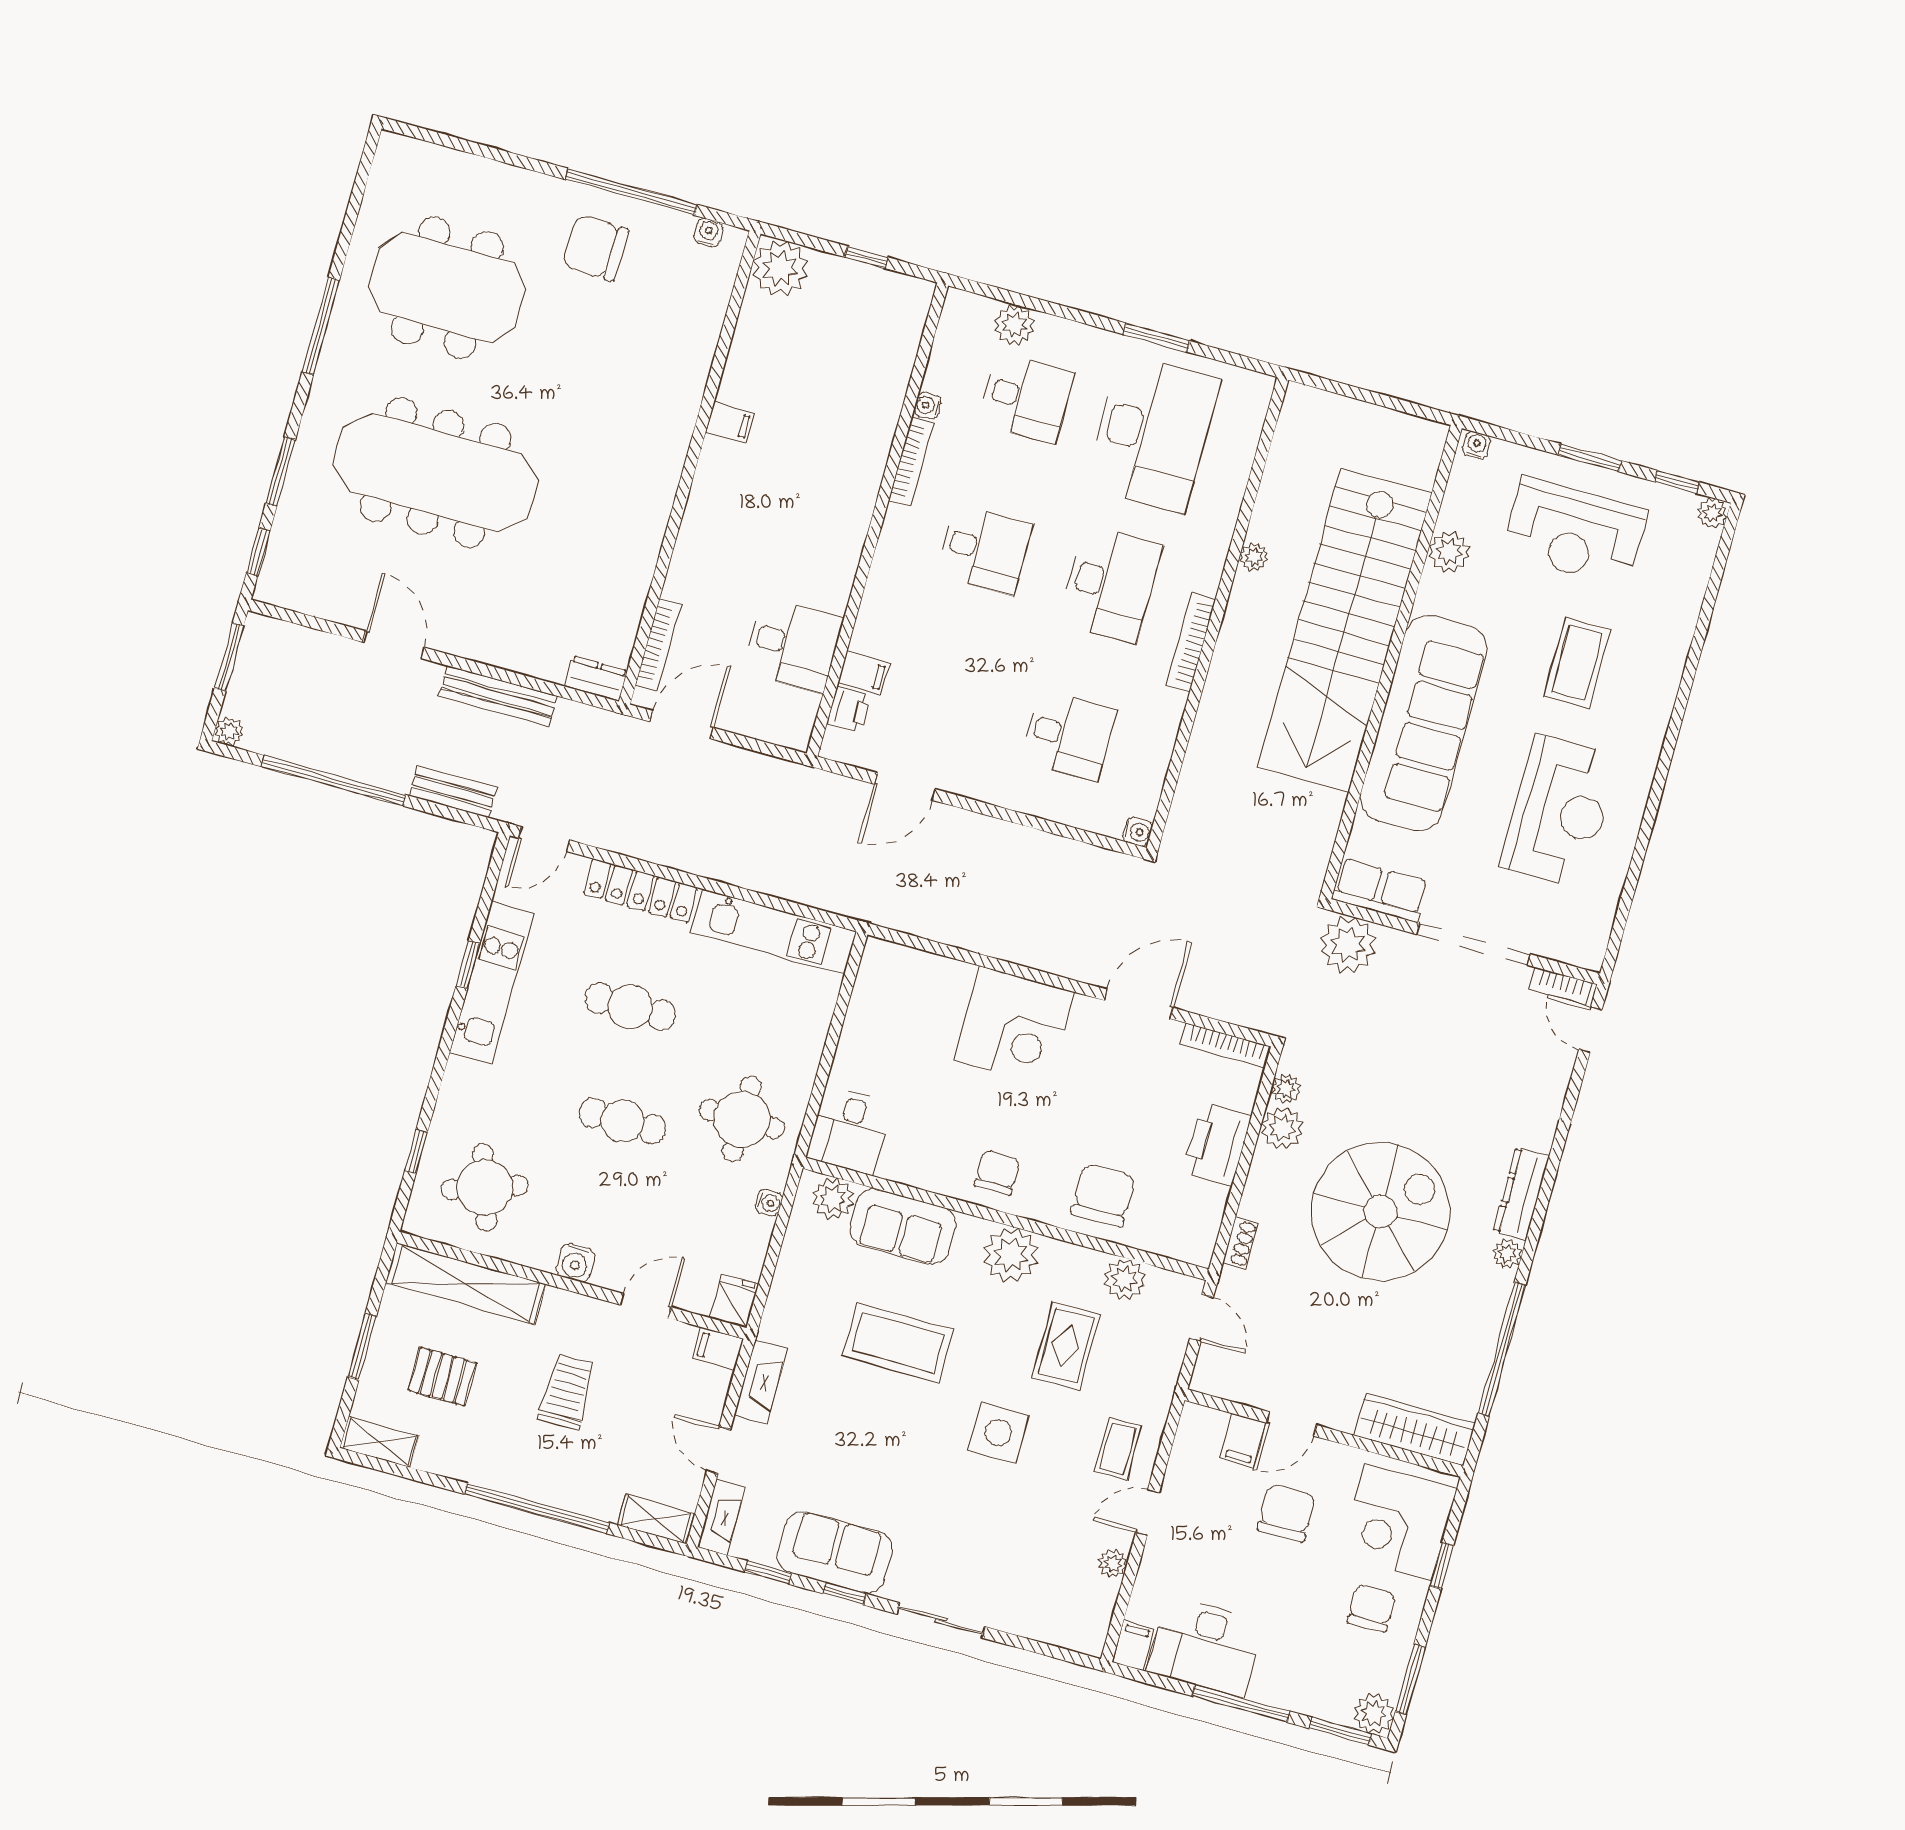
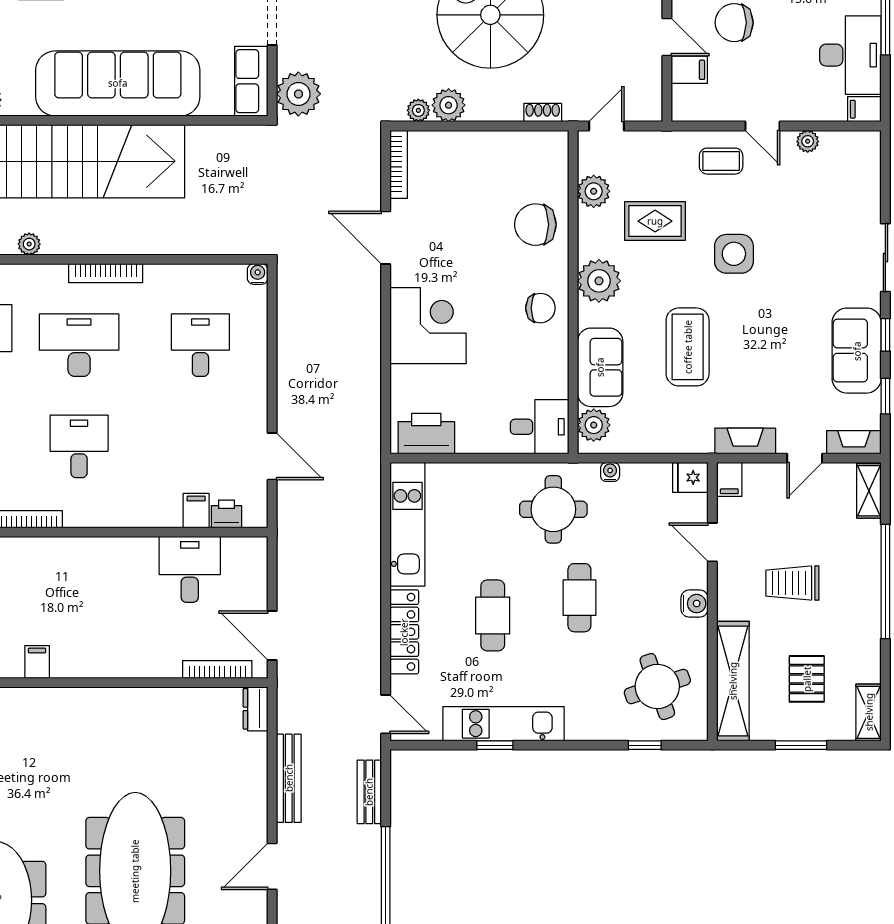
printer: (1217, 1144) -> (426, 434), moved, turned 180
chair: (997, 1173) -> (540, 308), turned 180

